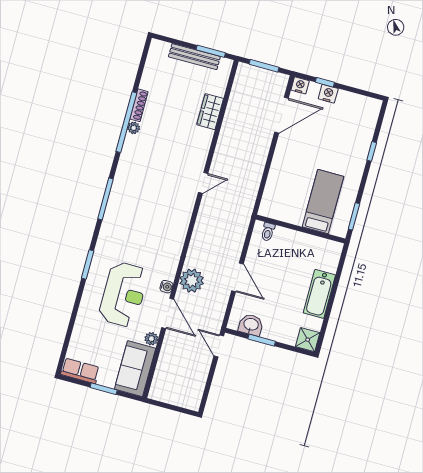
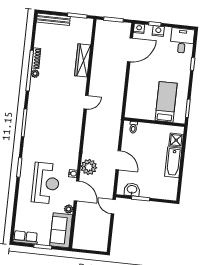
bench: (194, 57) -> (53, 19), moved
wardrobe: (210, 112) -> (83, 60), width x1.50
desk: (362, 114) -> (182, 41), added
shower: (308, 340) -> (176, 140), moved

